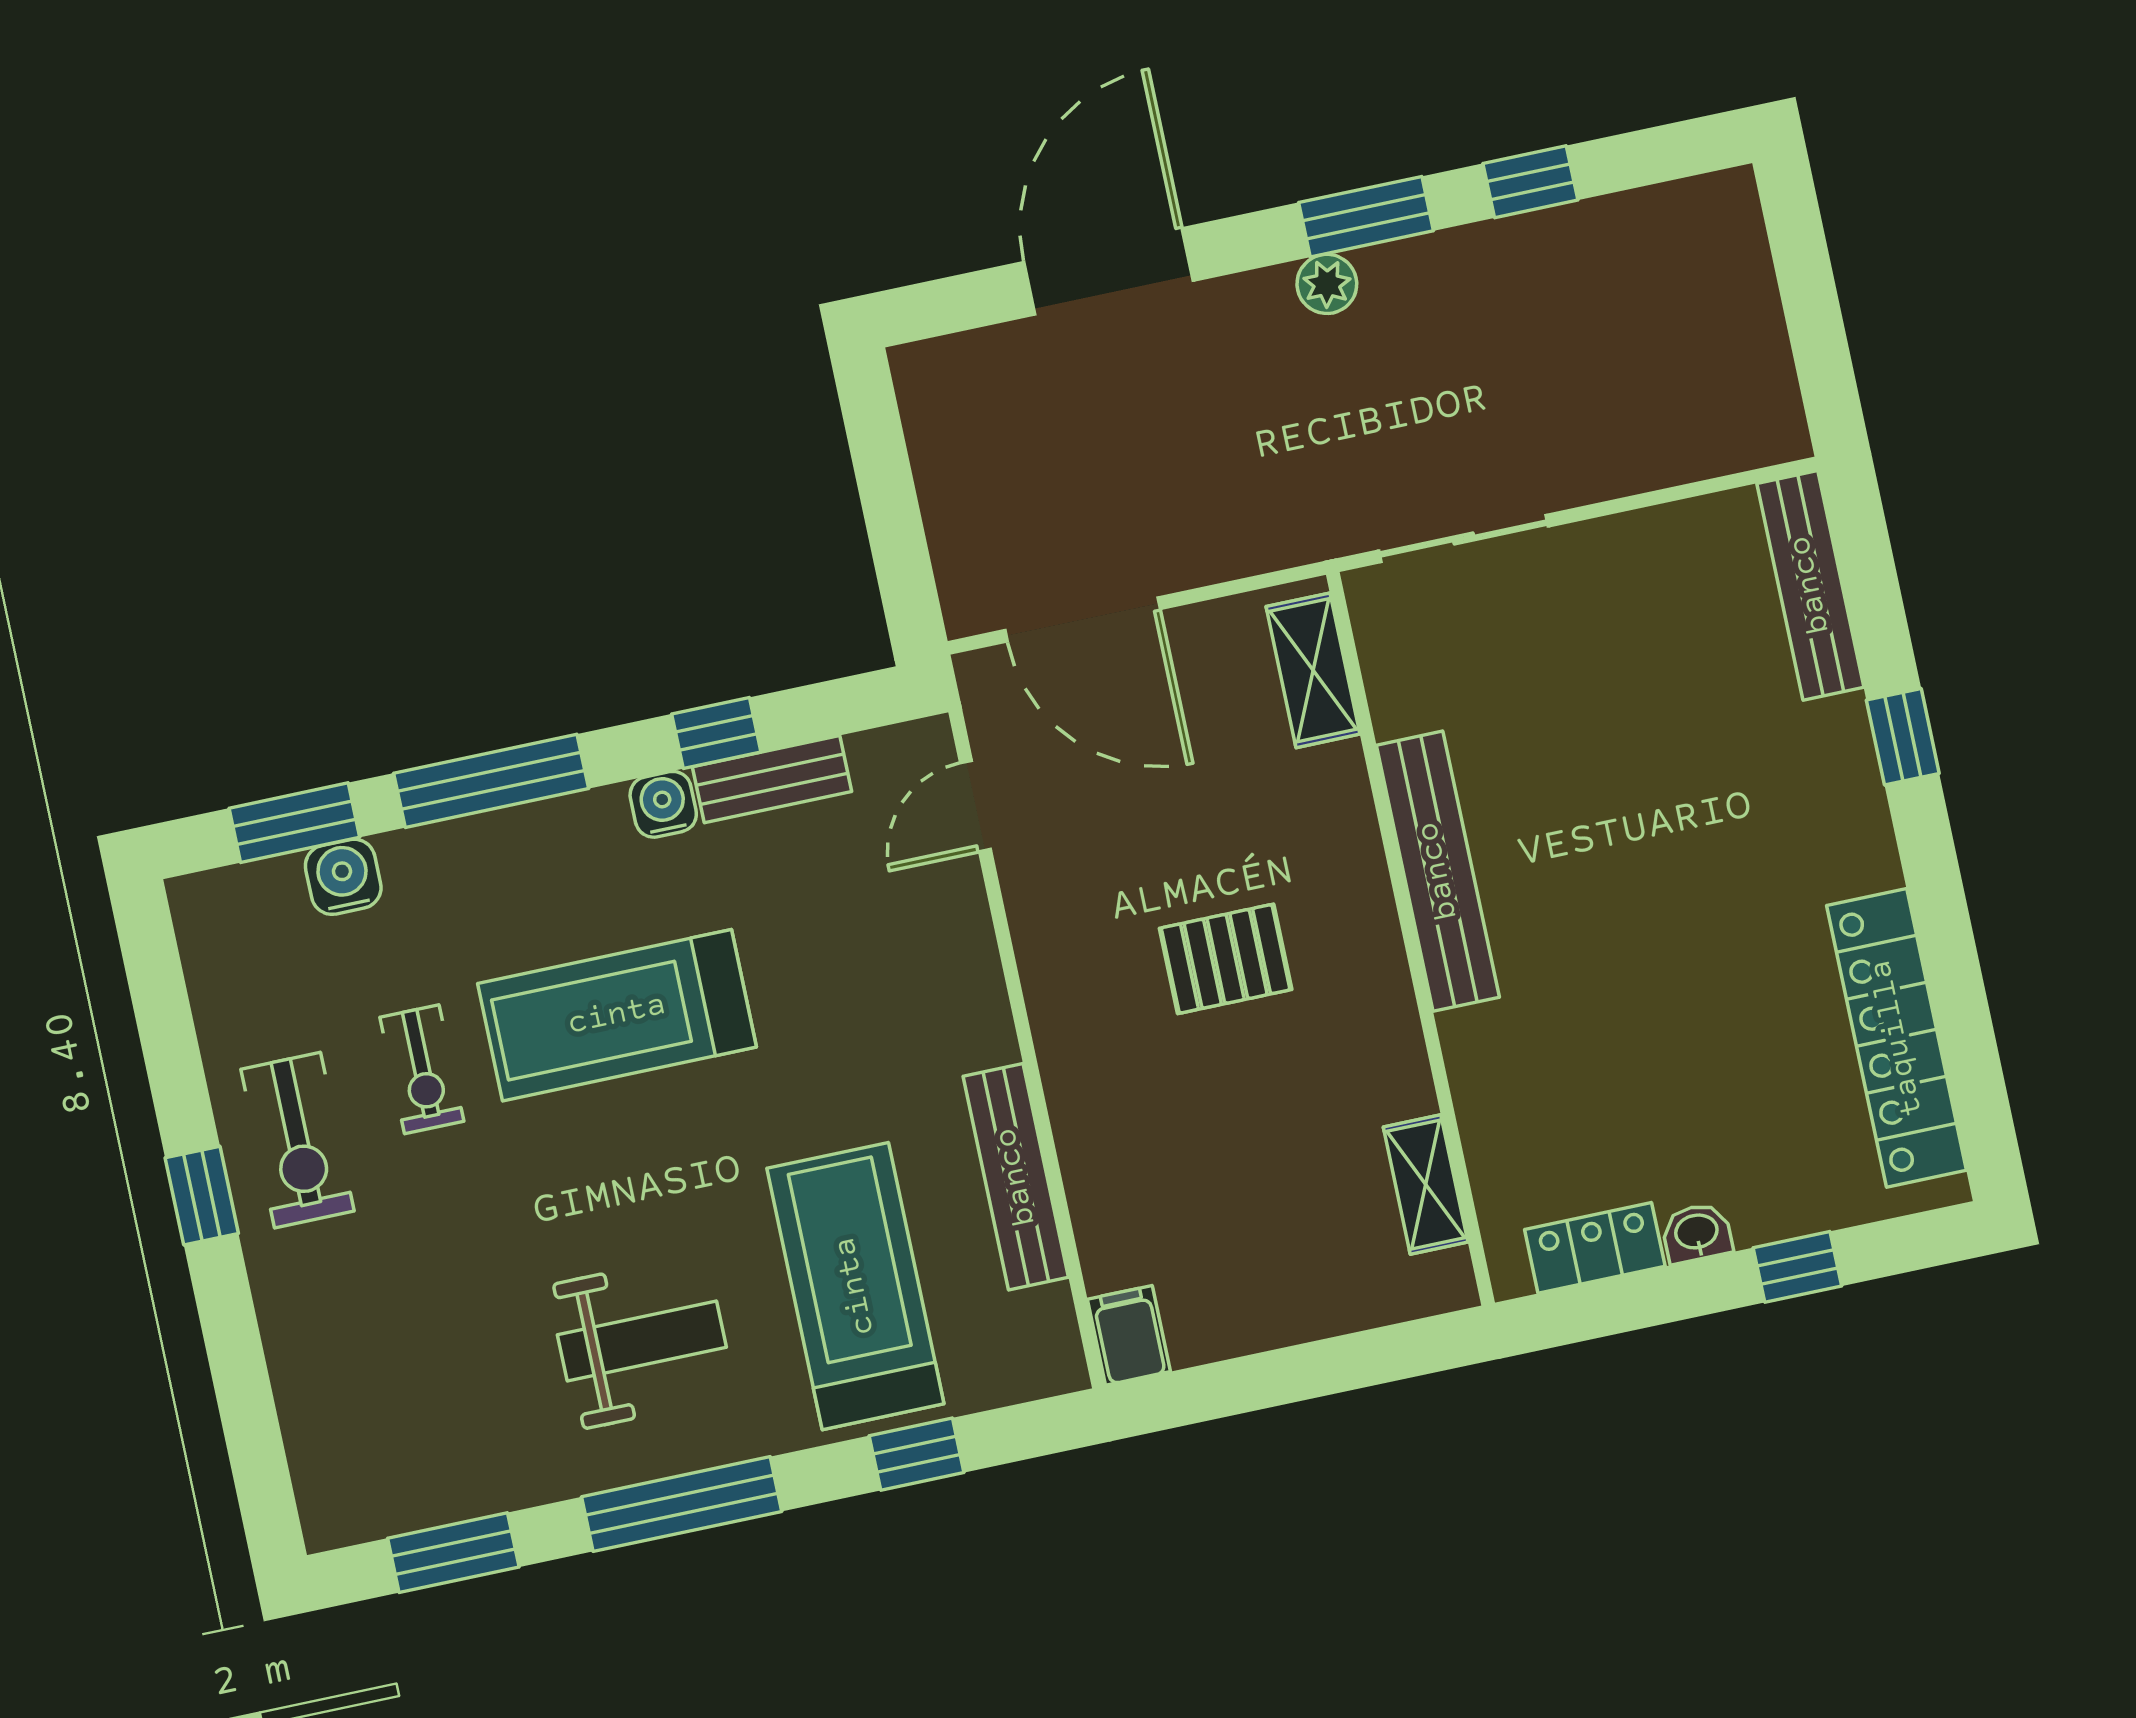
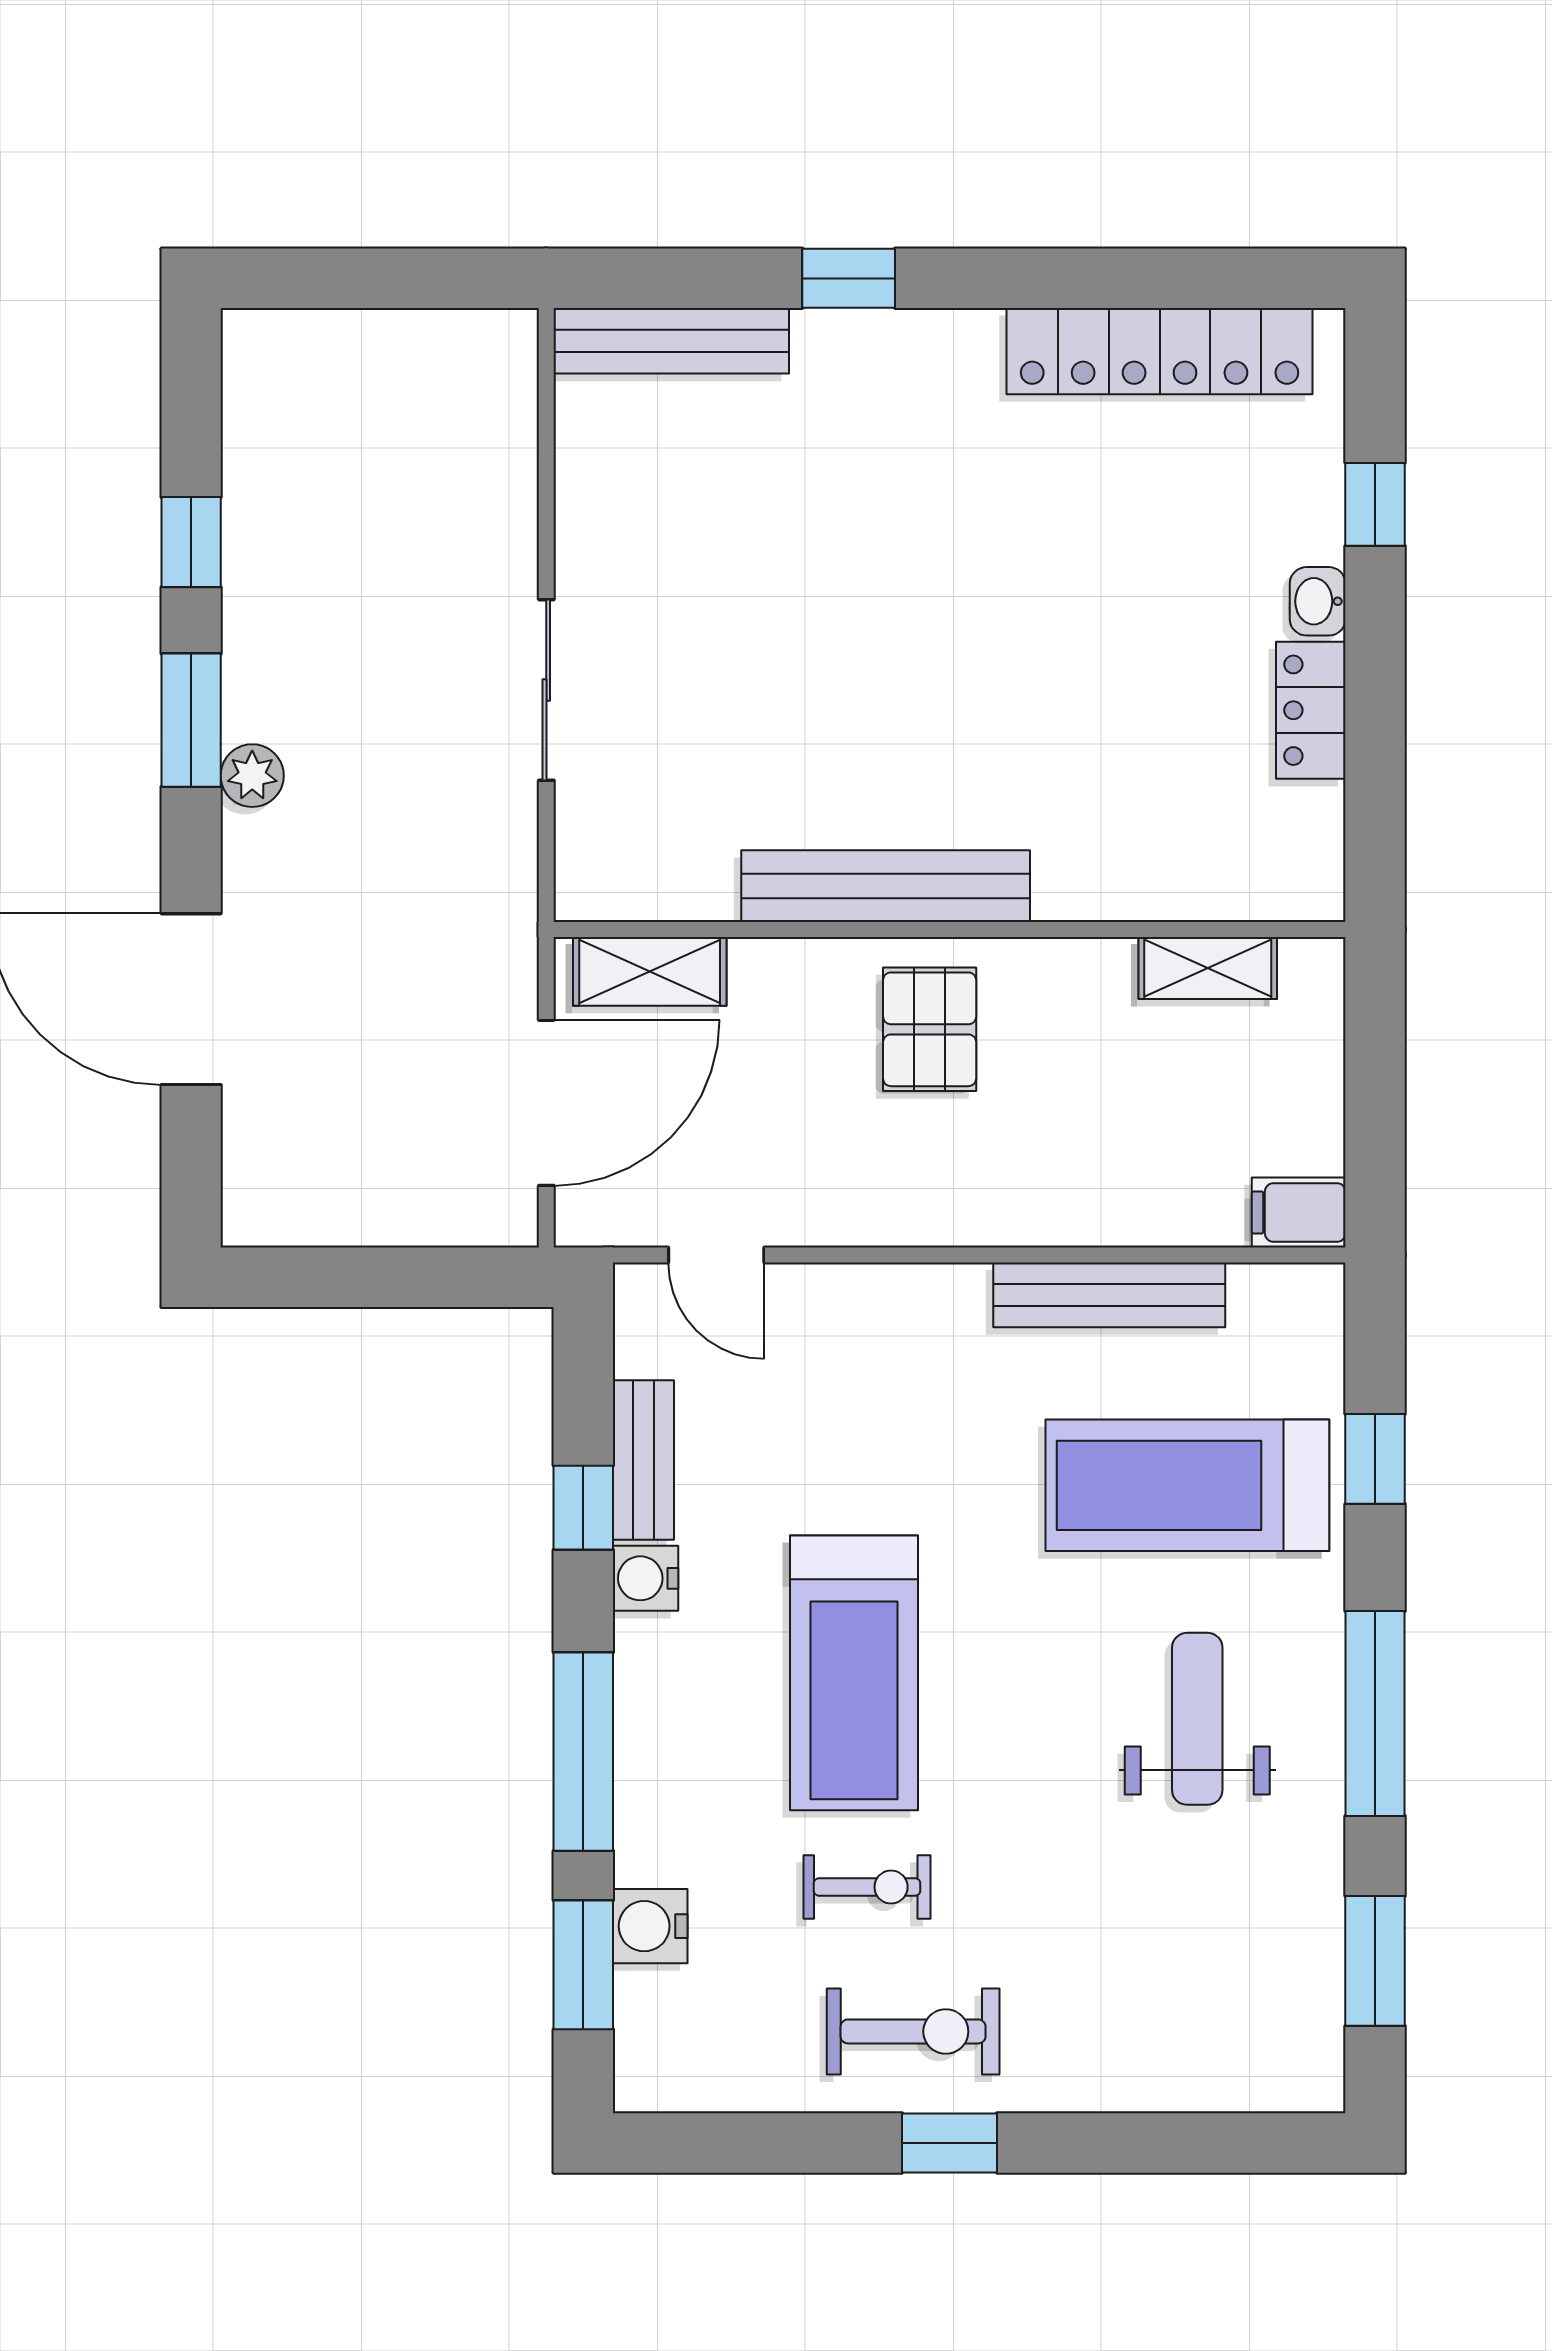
shelving: (1313, 670) -> (650, 971), moved
bench: (1438, 871) -> (886, 886), moved
wall: (1410, 939) -> (950, 929), moved
shelving: (1426, 1185) -> (1208, 968), moved

